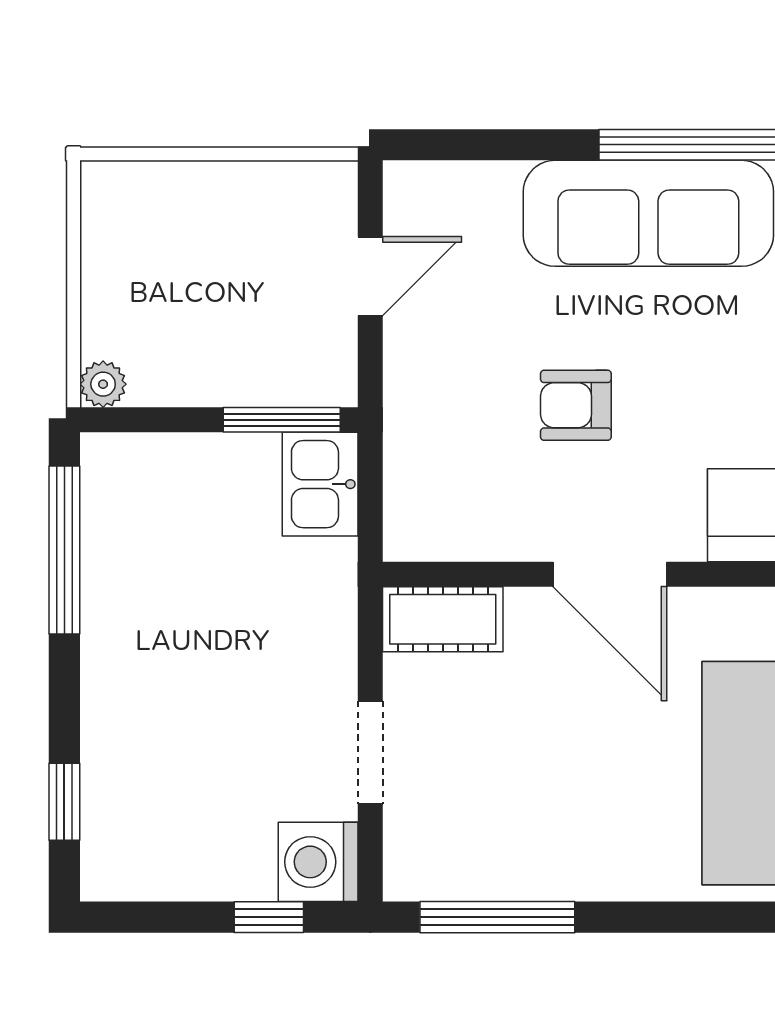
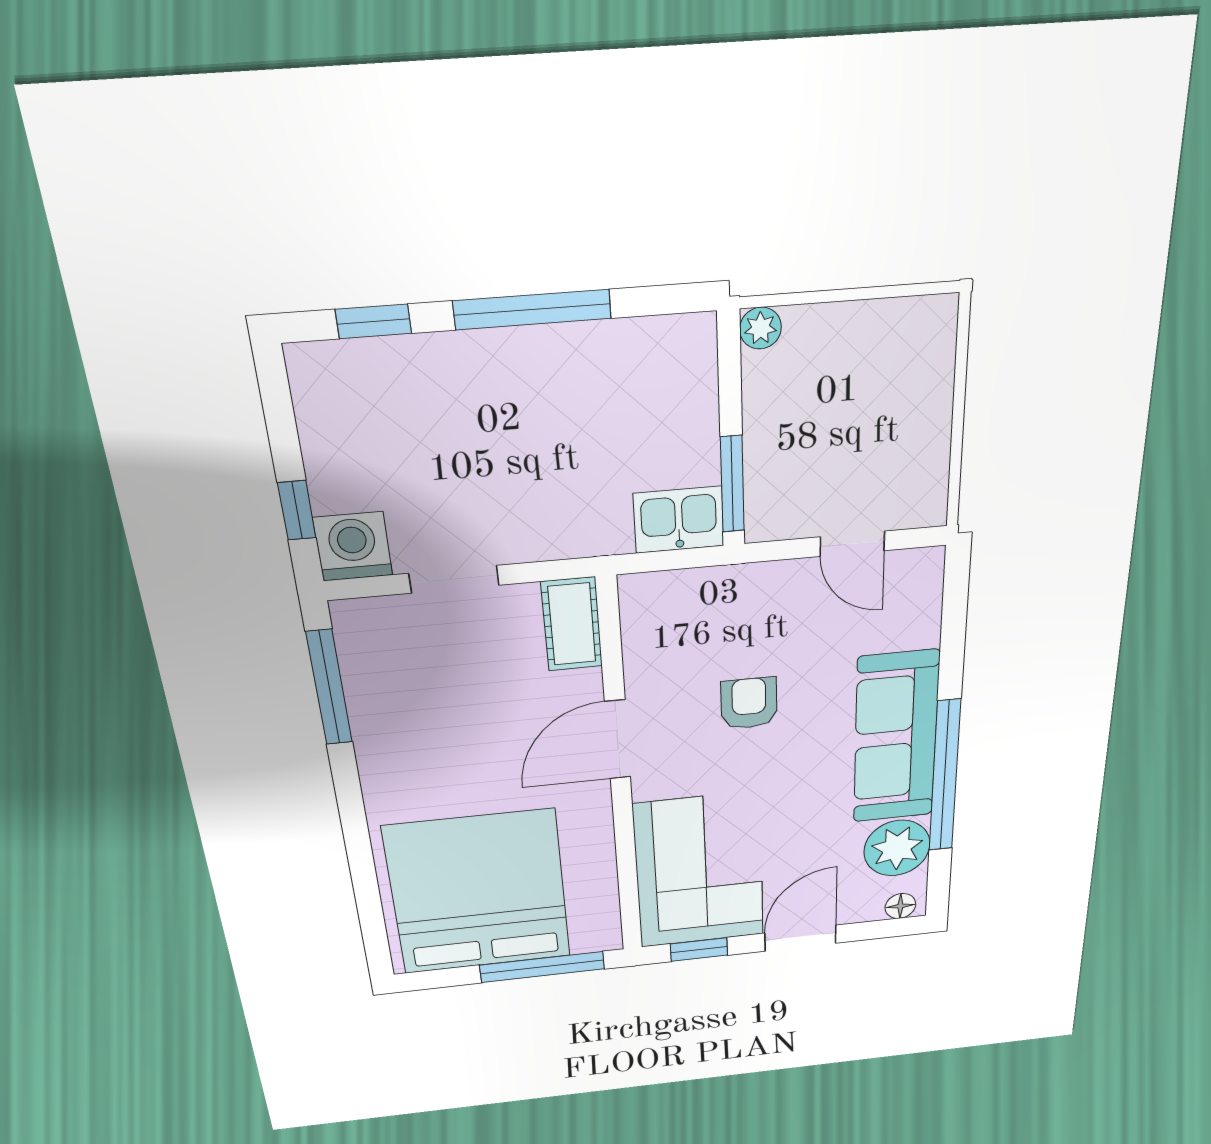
window: (64, 550) -> (532, 310), moved

